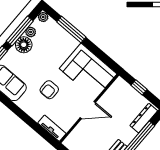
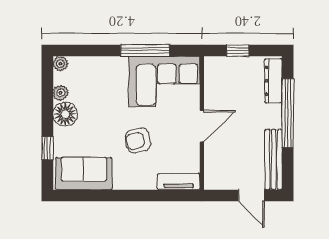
window: (71, 30) -> (145, 50), moved
window: (20, 31) -> (47, 102), removed
armchair: (49, 90) -> (138, 140), turned 78

